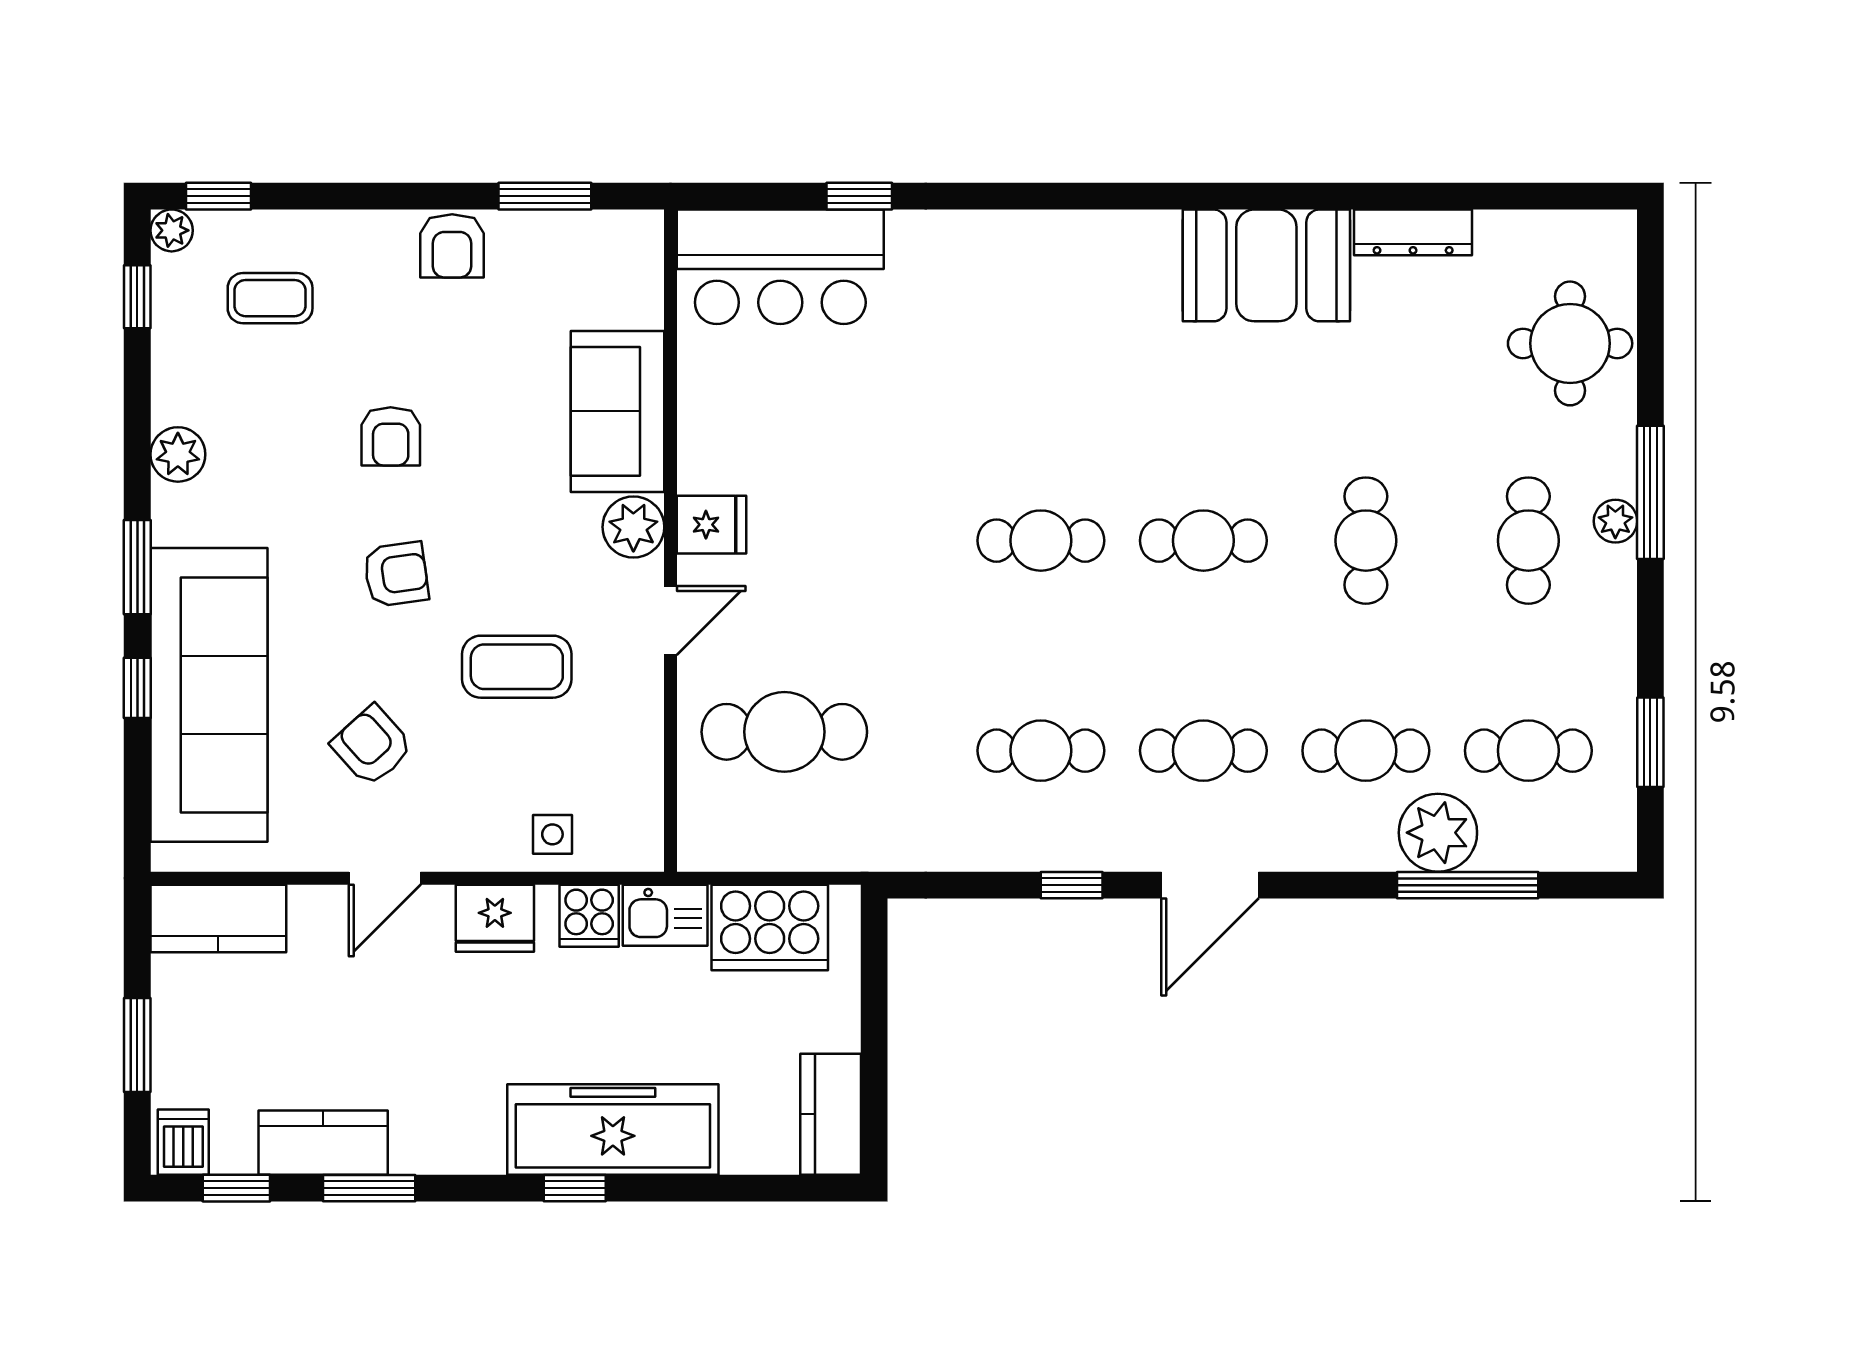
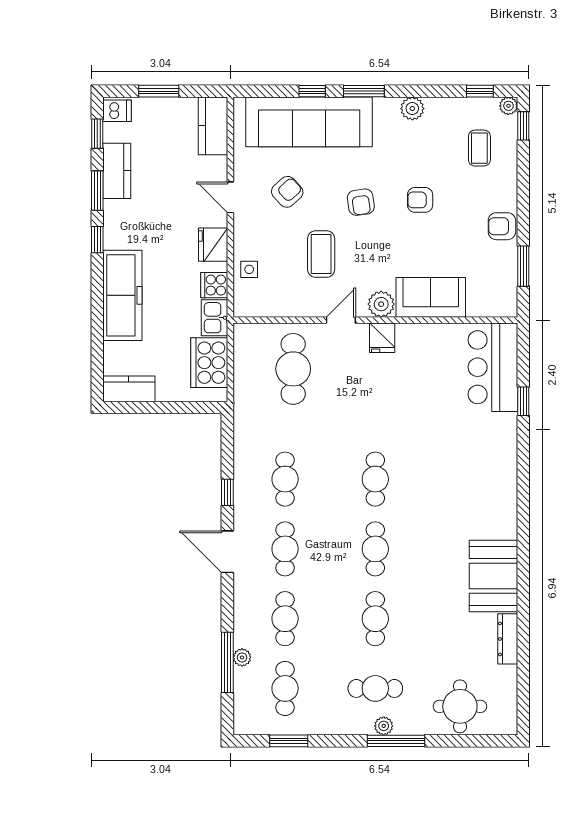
cafe table: (1366, 541) -> (375, 619), turned 90
door: (671, 621) -> (341, 320), swing flipped
plant: (1438, 833) -> (242, 657), width x0.53, depth x0.53
window: (575, 1188) -> (97, 240), moved

